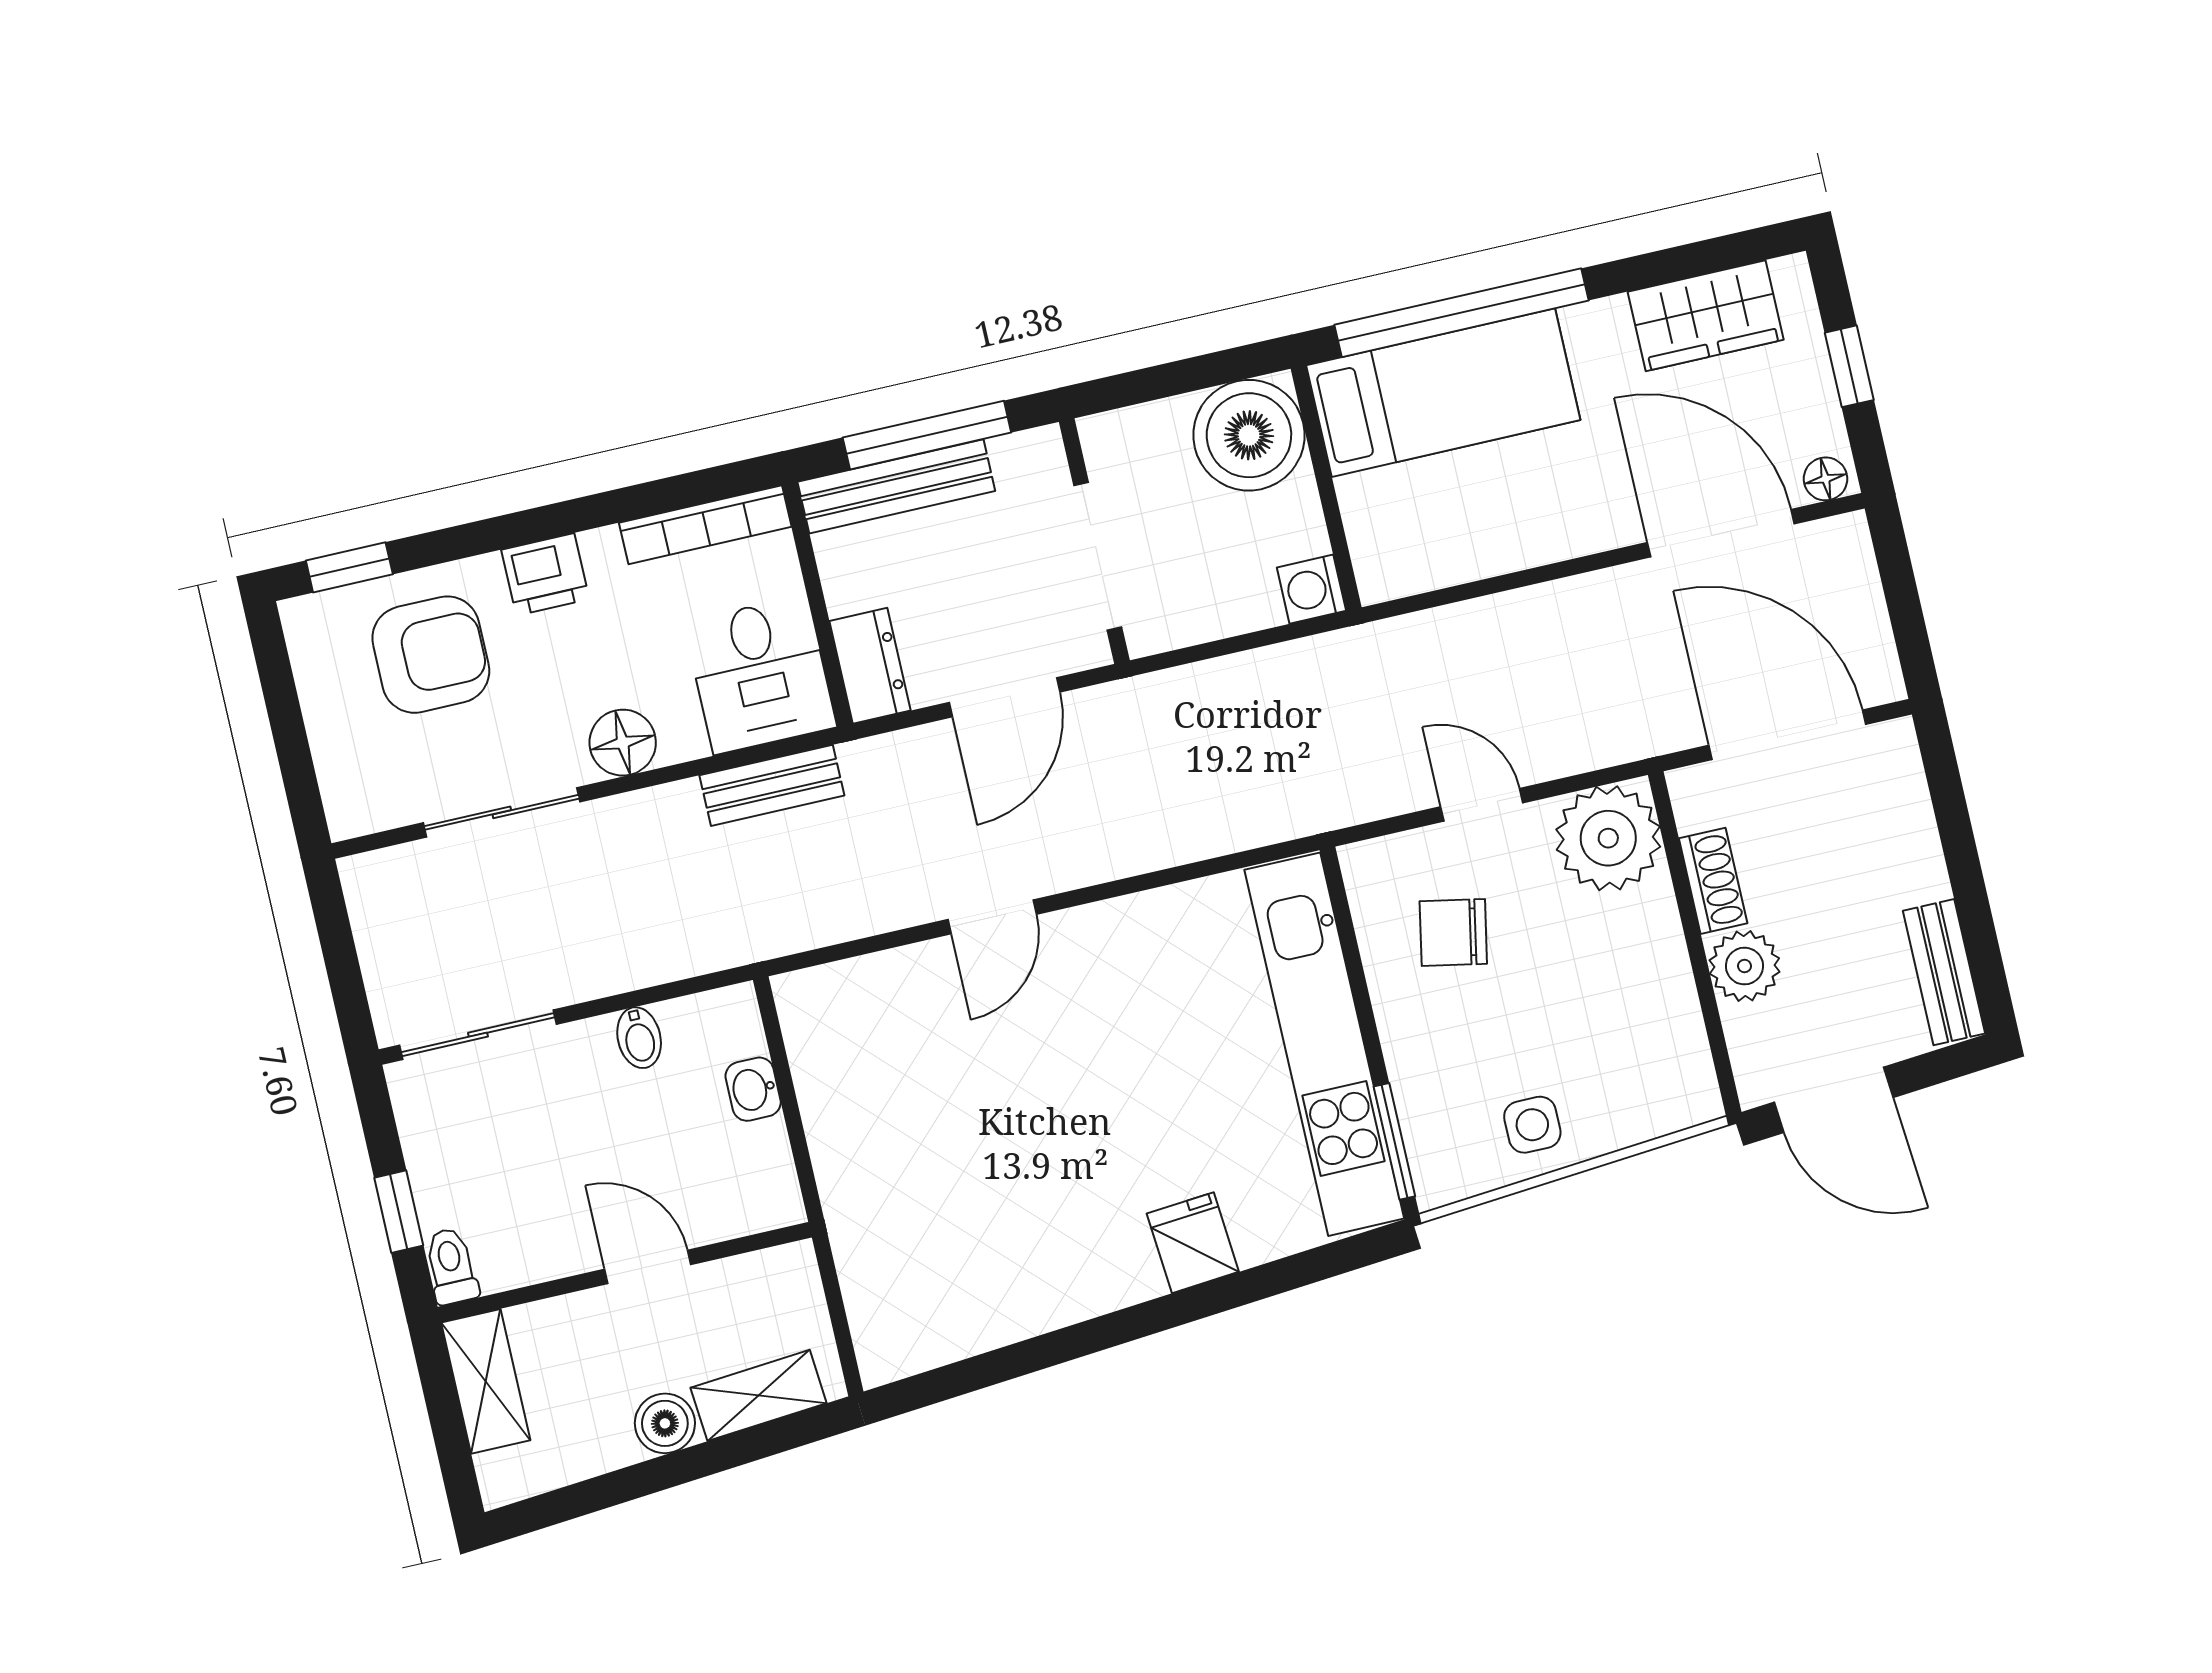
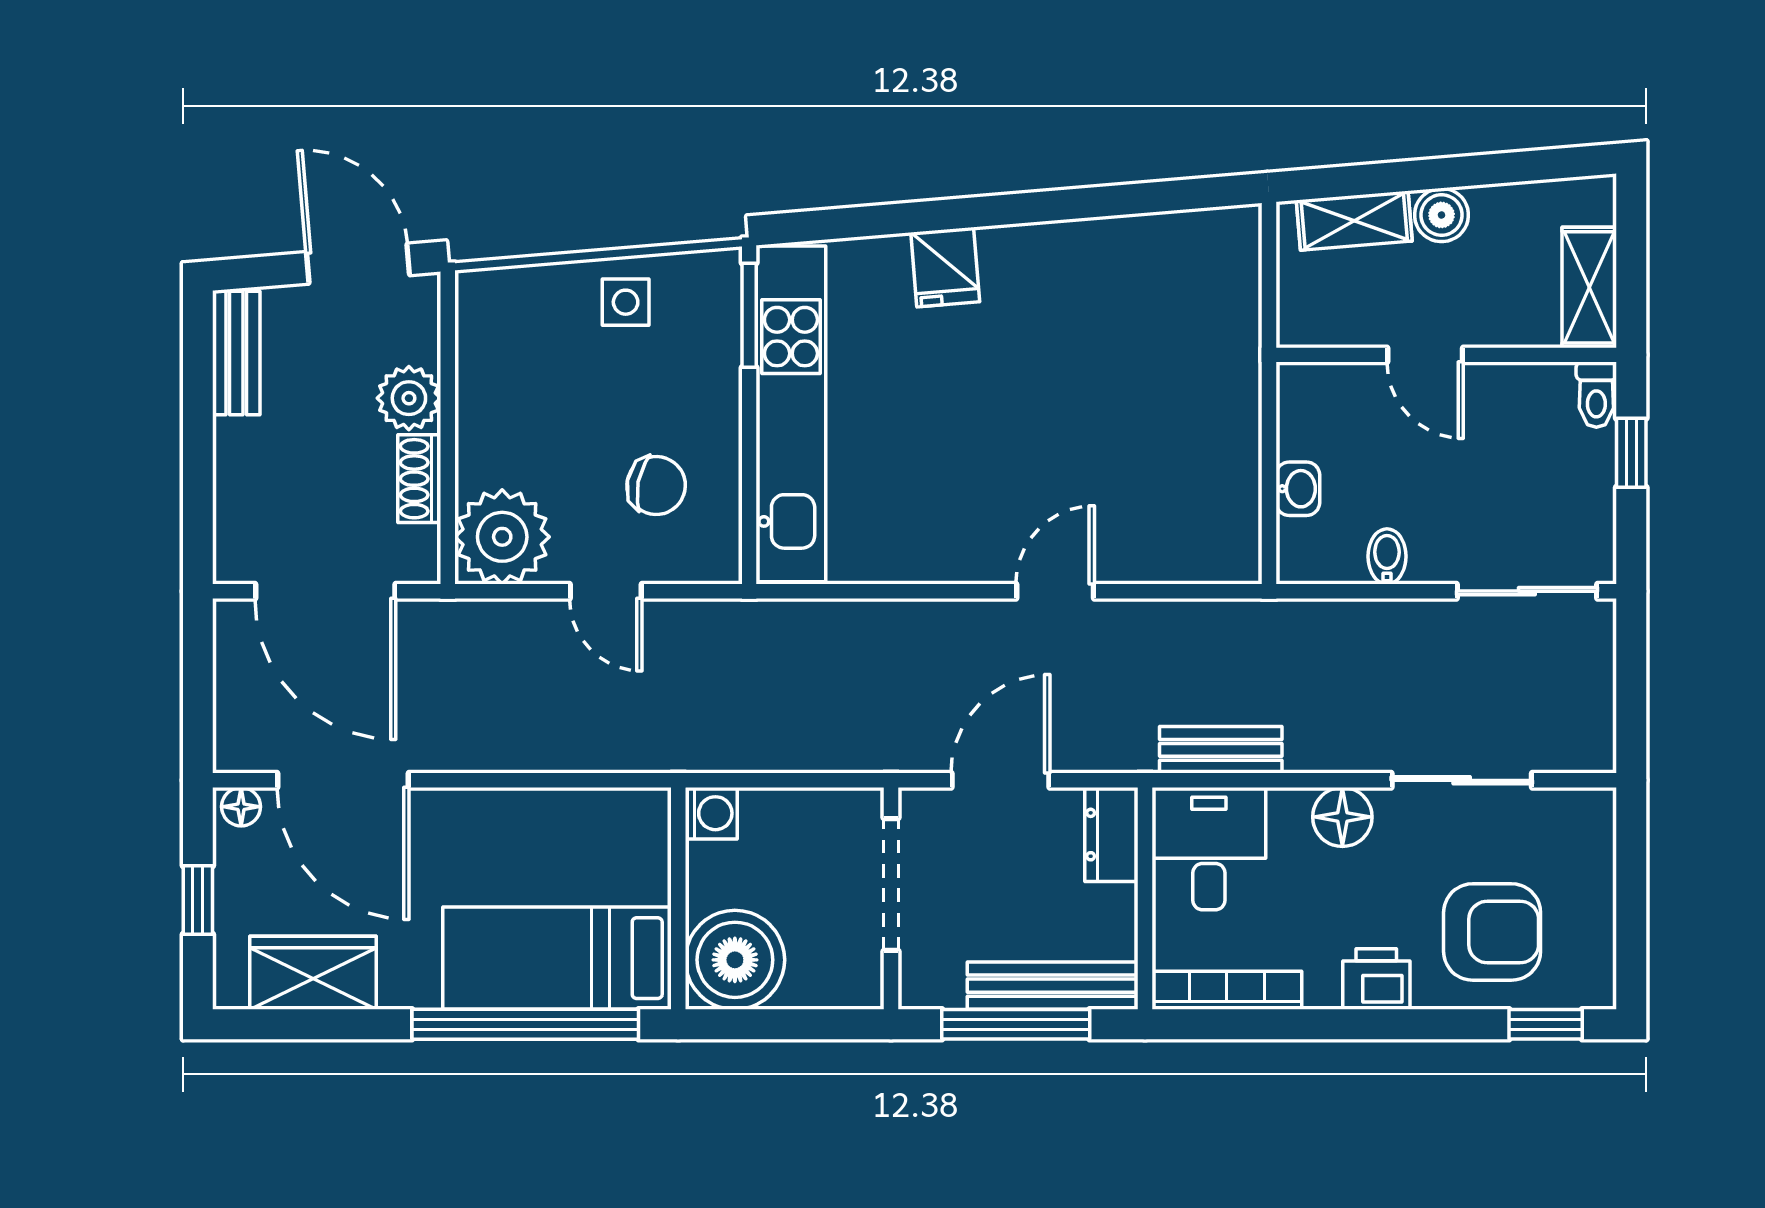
armchair: (431, 655) -> (1492, 932), turned 180

